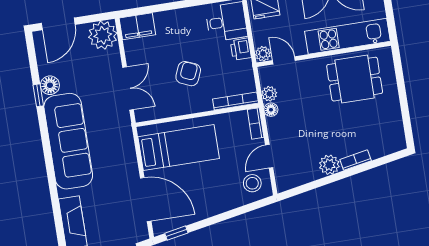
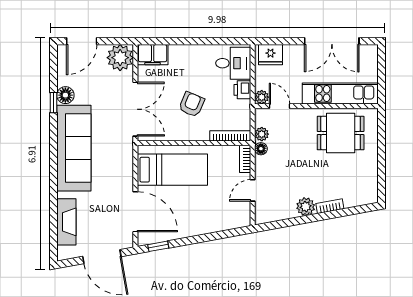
double door: (128, 88) -> (135, 109), width x1.37
stool: (252, 183) -> (234, 212), removed

